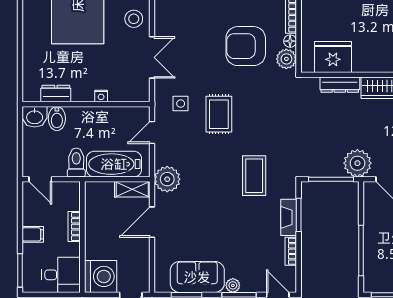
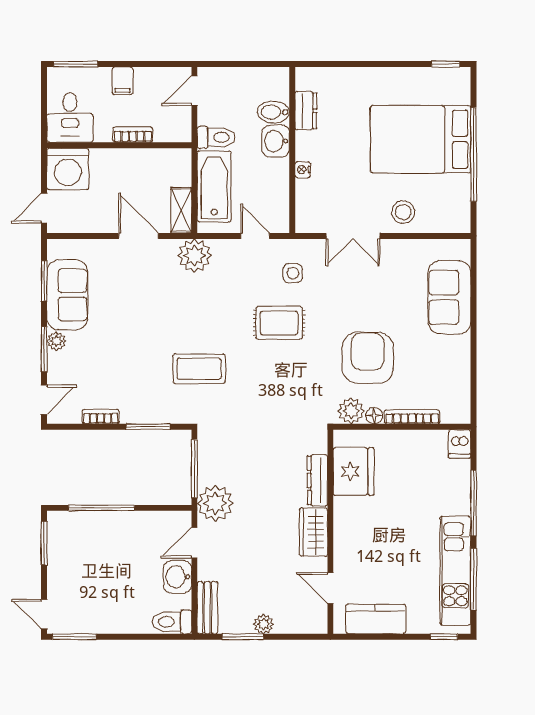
washbasin: (35, 117) -> (276, 141), moved
fireplace: (289, 217) -> (145, 414), removed

